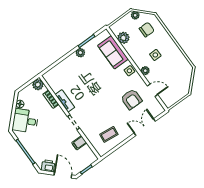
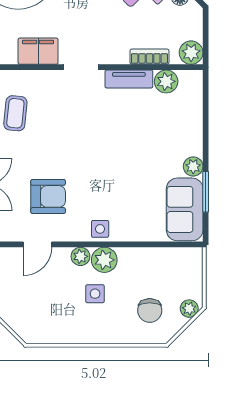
plant: (123, 38) -> (104, 260), moved
sofa: (113, 52) -> (185, 209), moved, turned -90
plant: (56, 86) -> (166, 81), added
armchair: (131, 99) -> (48, 196), turned 180
filing cabinet: (79, 143) -> (38, 51), width x2.00

